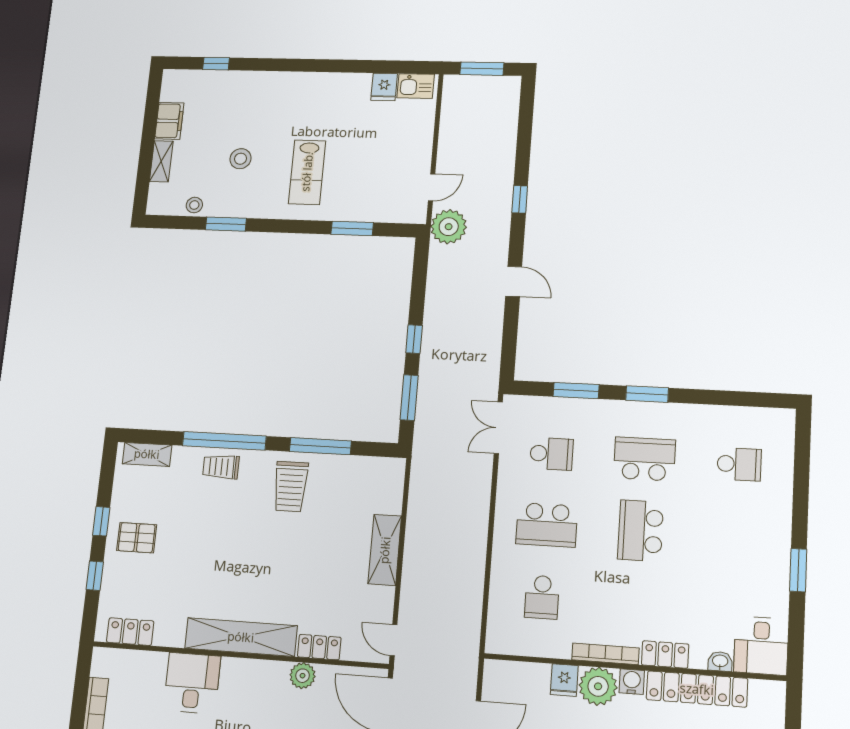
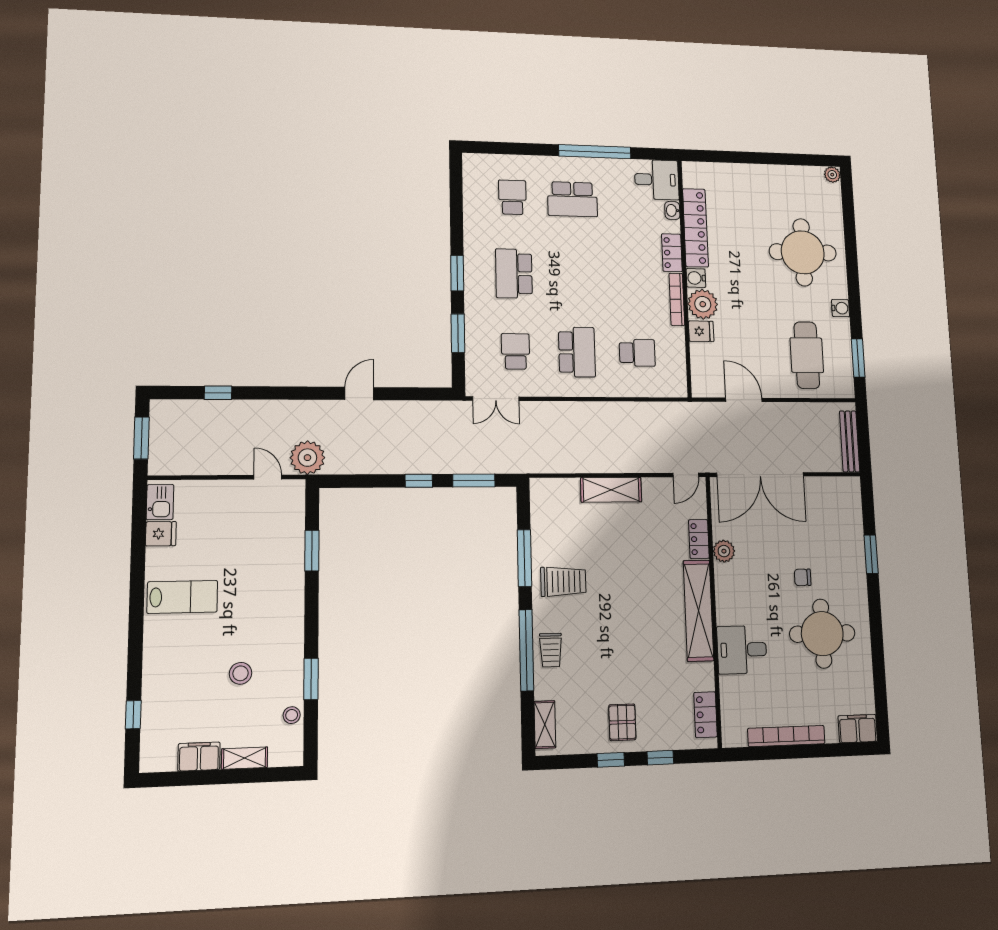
lab bench: (307, 172) -> (182, 597), moved
window: (520, 199) -> (218, 393), moved
school desk: (641, 531) -> (572, 199), moved
window: (798, 570) -> (595, 152), width x2.11

